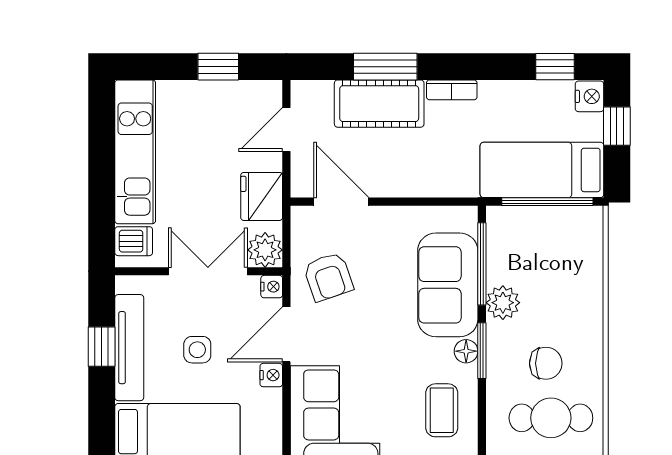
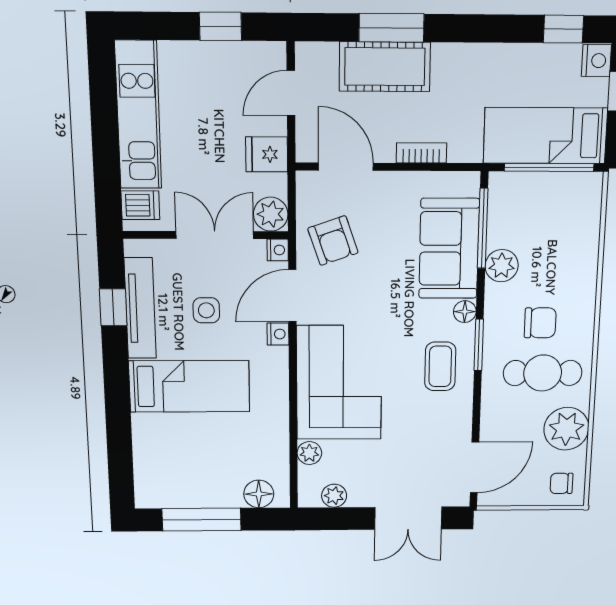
bookcase: (452, 90) -> (421, 153), moved, turned 180
fridge: (262, 196) -> (267, 154), width x0.72
window: (482, 351) -> (479, 345), moved

